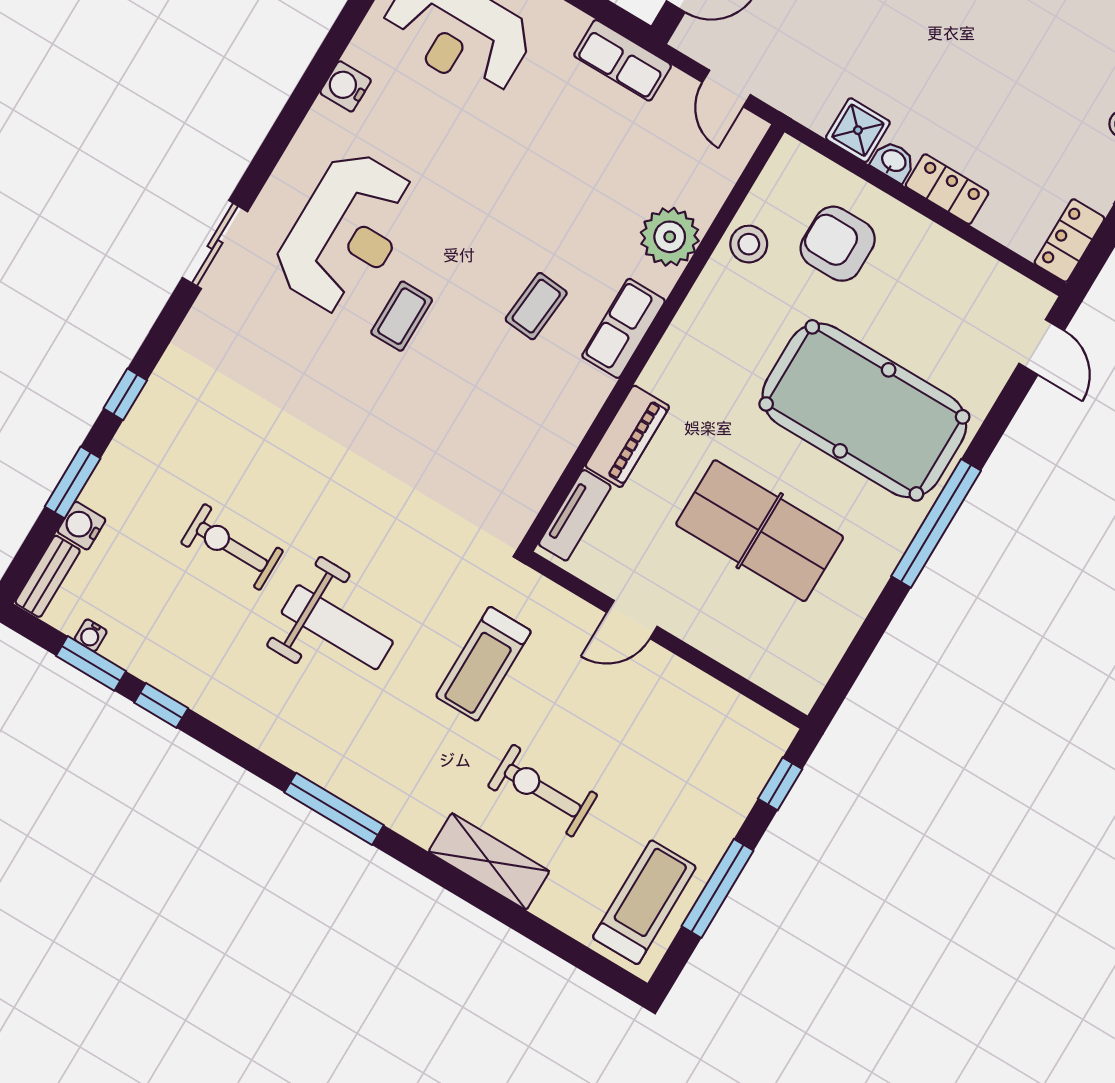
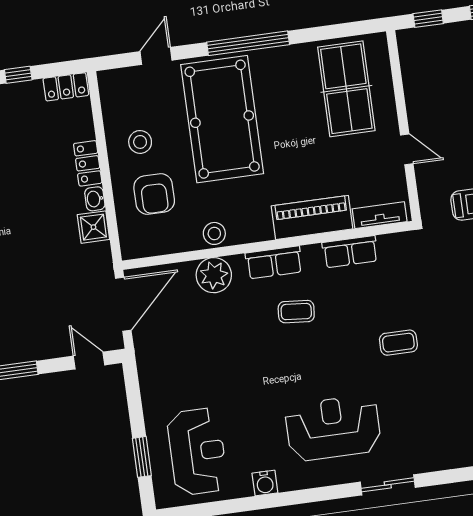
row of seats: (623, 60) -> (350, 252), moved, turned 90
door: (726, 88) -> (123, 304), width x1.87
stool: (749, 244) -> (214, 233), moved
stool: (920, 280) -> (140, 142), added
coffee table: (402, 316) -> (398, 343), moved
door: (1042, 347) -> (156, 56), moved
piano: (627, 436) -> (312, 217), width x1.37, depth x1.33
table tennis table: (760, 531) -> (346, 89), moved

